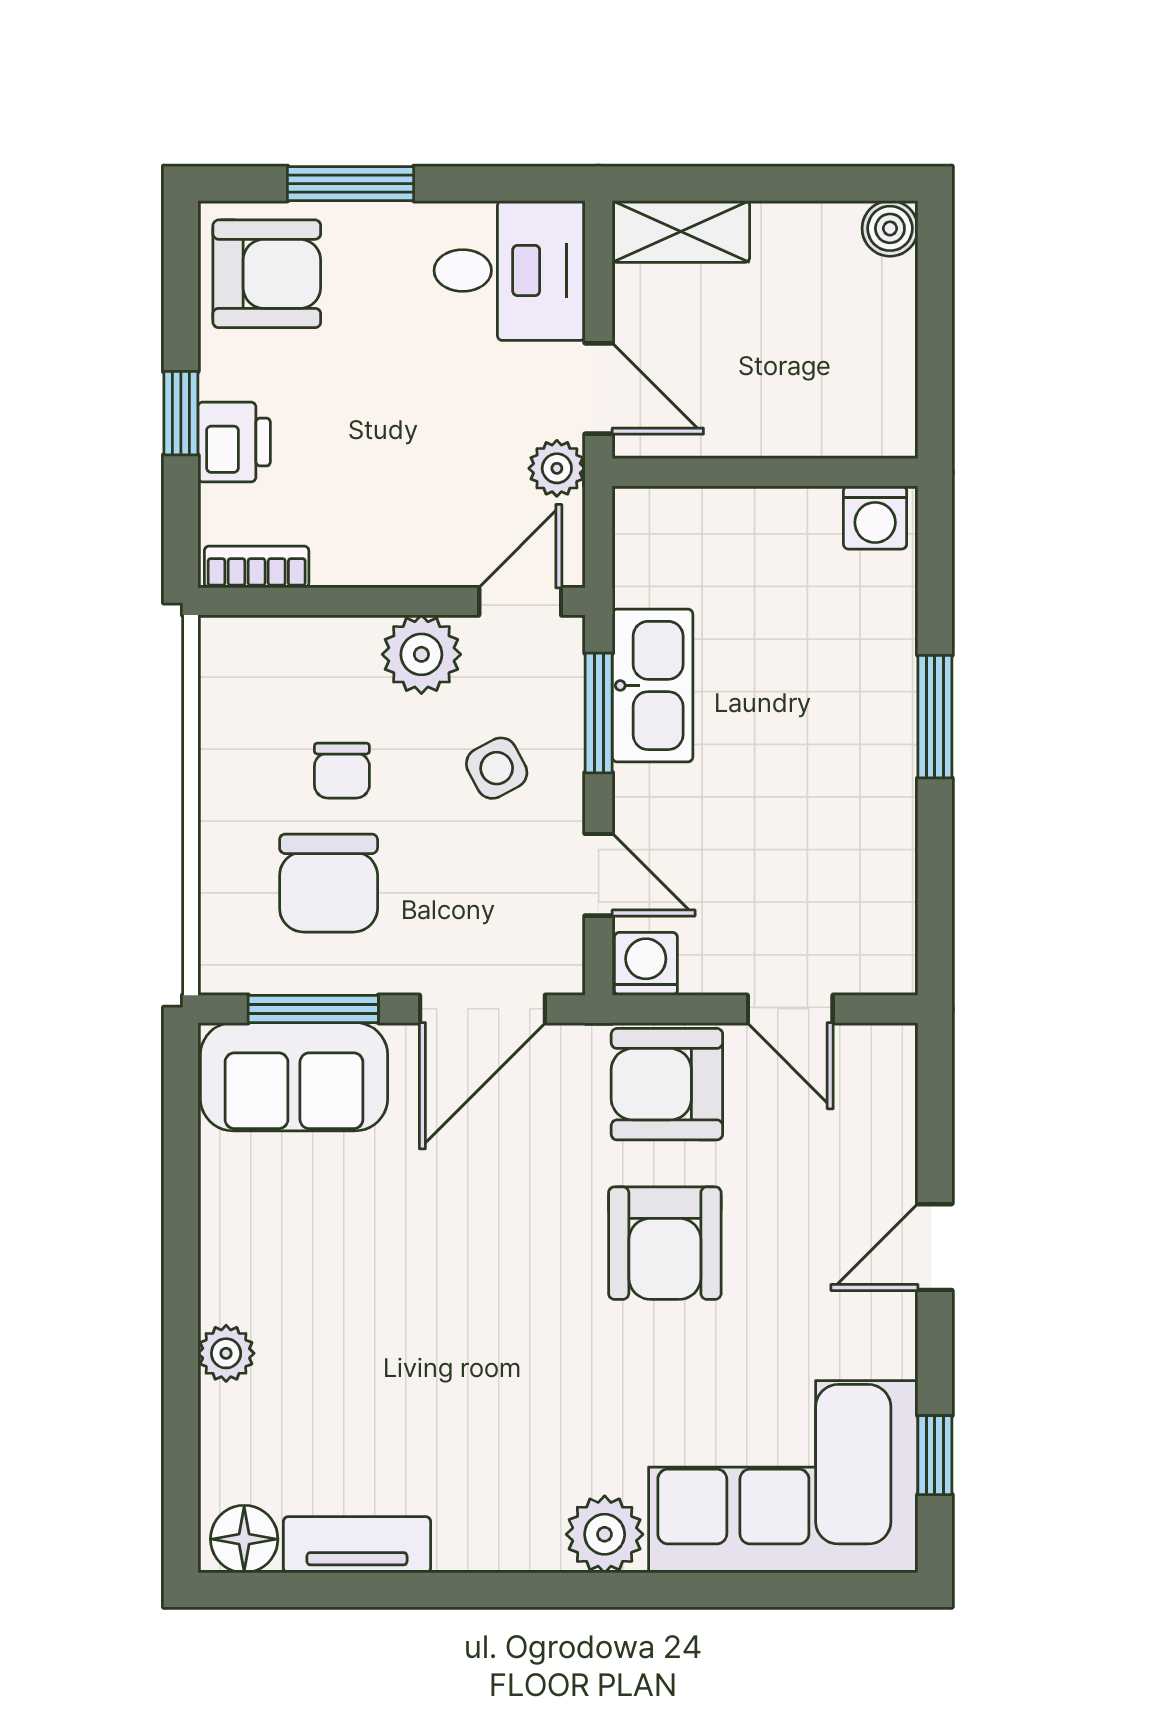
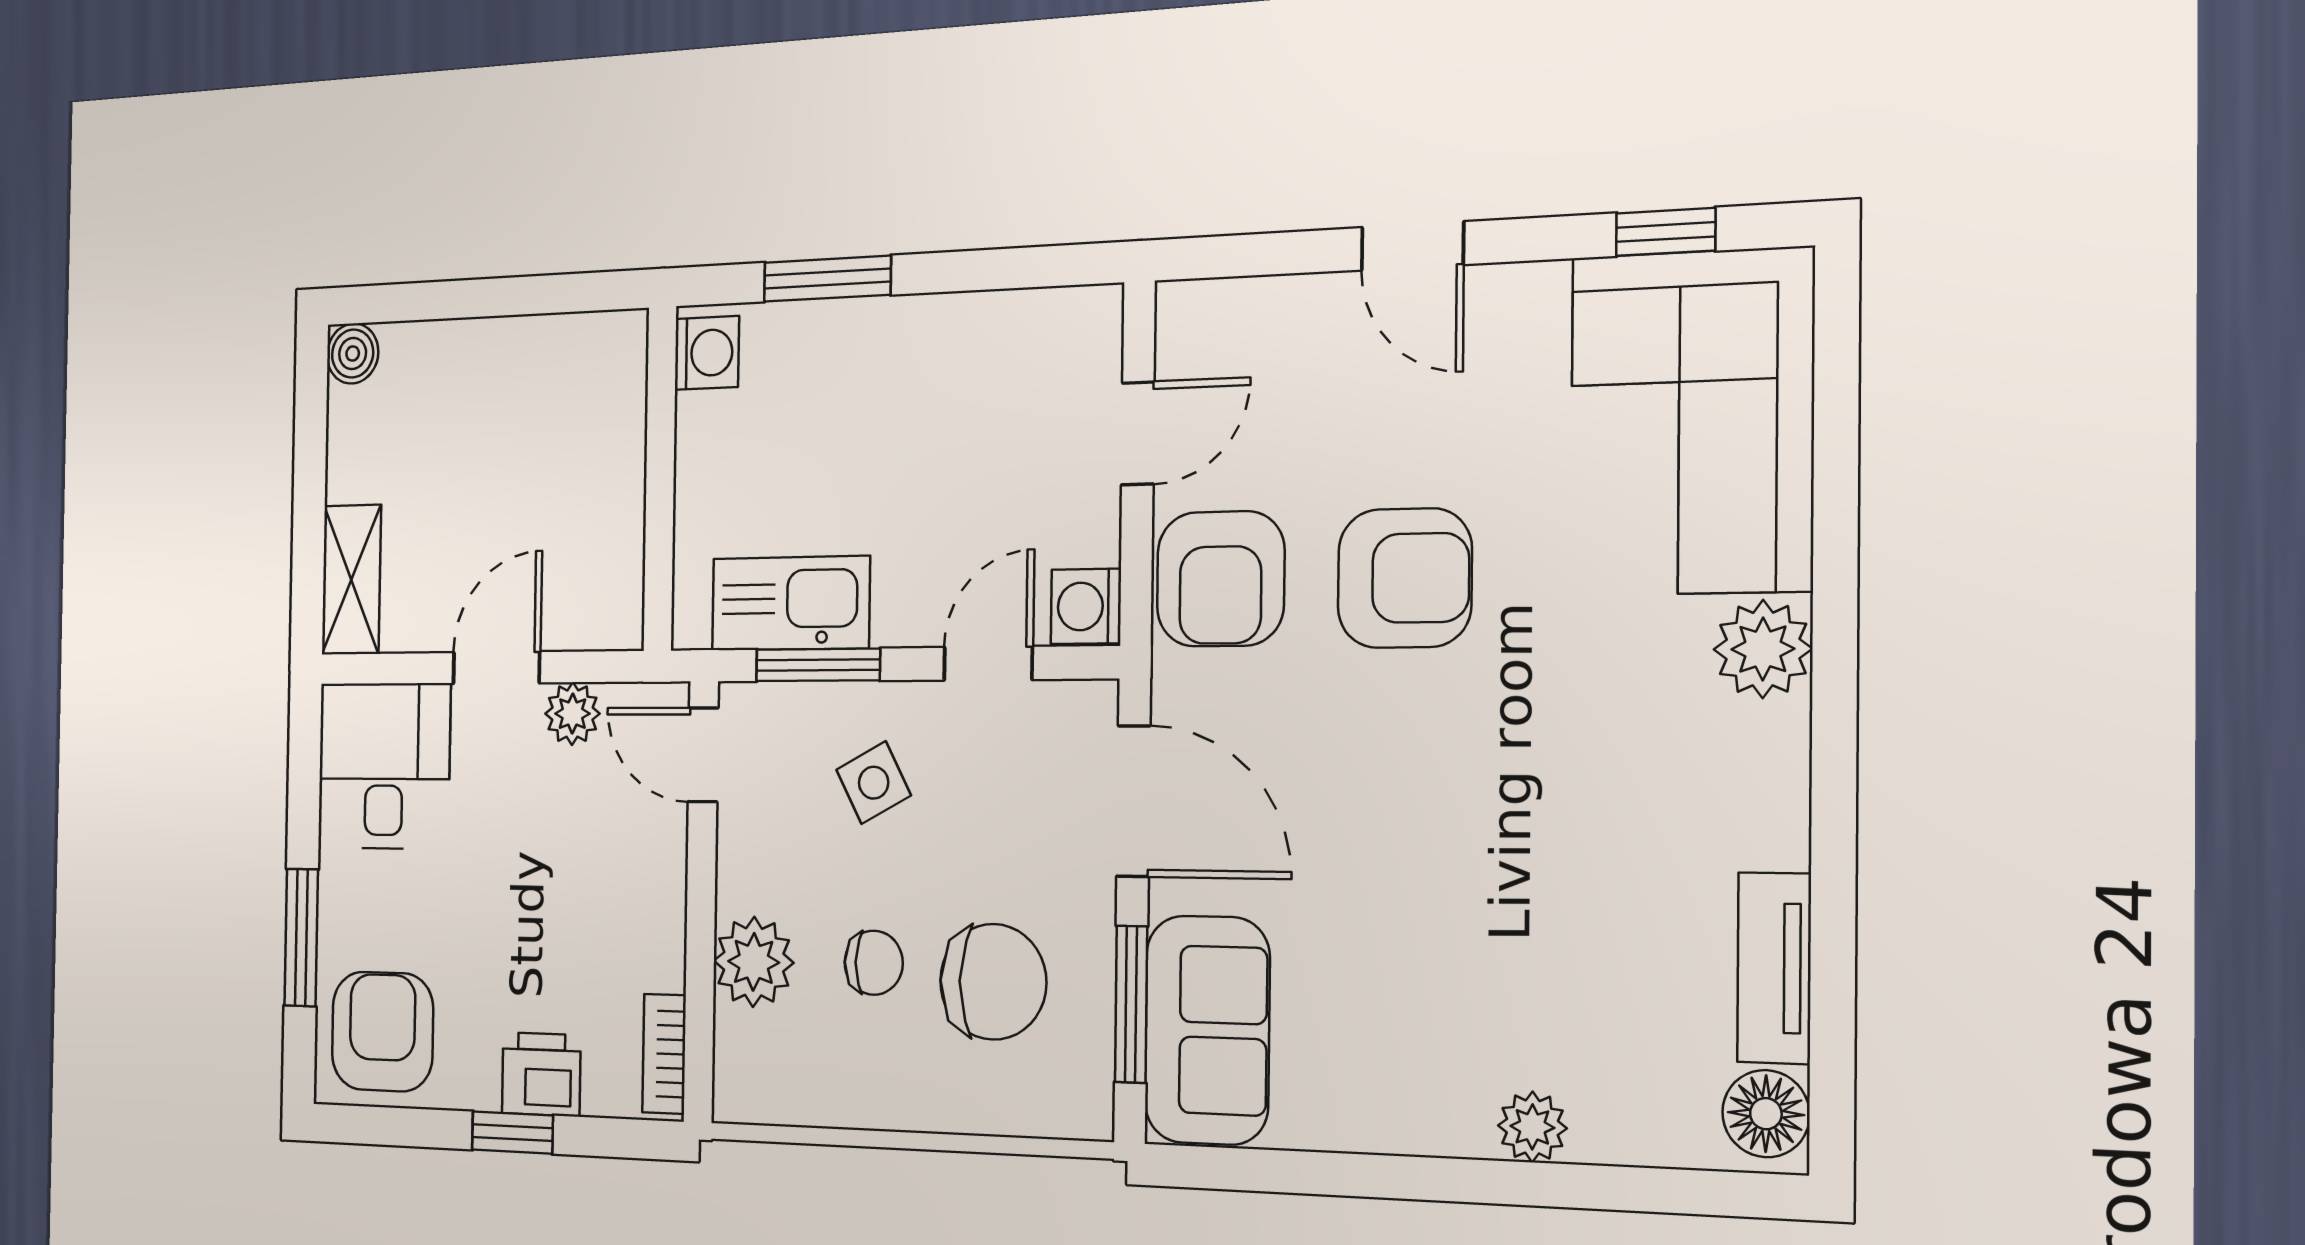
wall: (765, 472) -> (660, 479), moved
washing machine: (875, 517) -> (707, 353), moved
plant: (421, 654) -> (754, 962), moved

